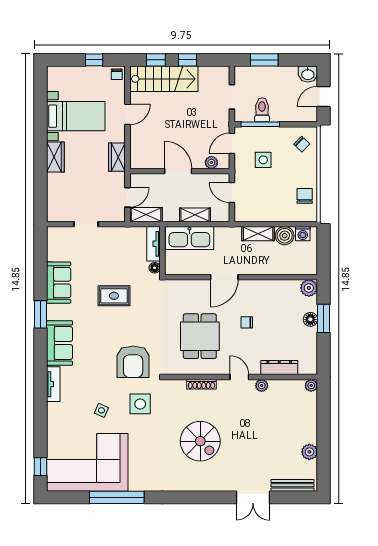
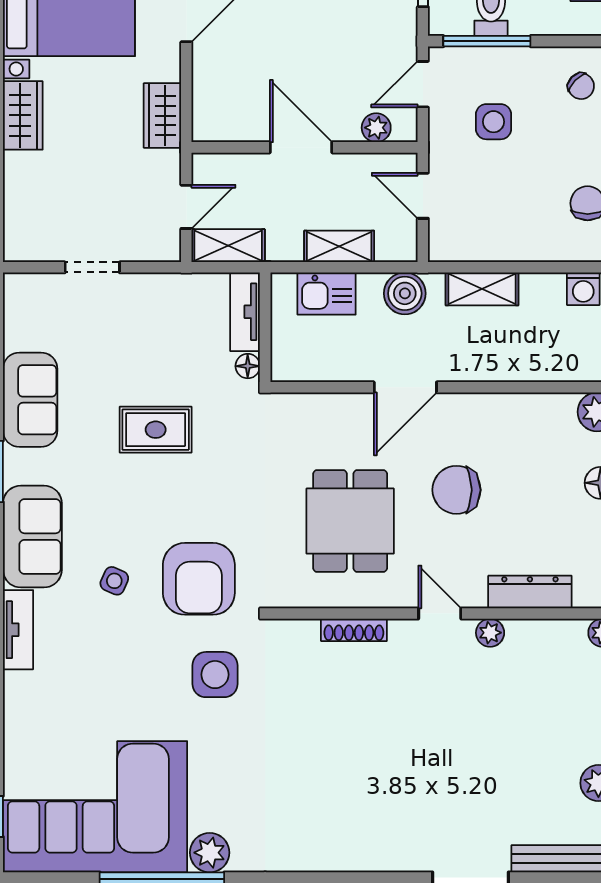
boiler: (285, 236) -> (405, 293), moved
kitchen sink: (189, 238) -> (327, 294), width x0.53, depth x0.81
chair: (247, 322) -> (456, 490), width x1.87, depth x1.87
side table: (101, 410) -> (114, 581), moved
spiral stairs: (200, 441) -> (351, 759), removed
plant: (138, 483) -> (210, 853), added

